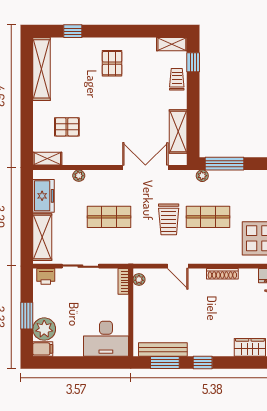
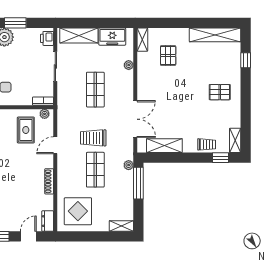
rug: (159, 303) -> (26, 130), added

